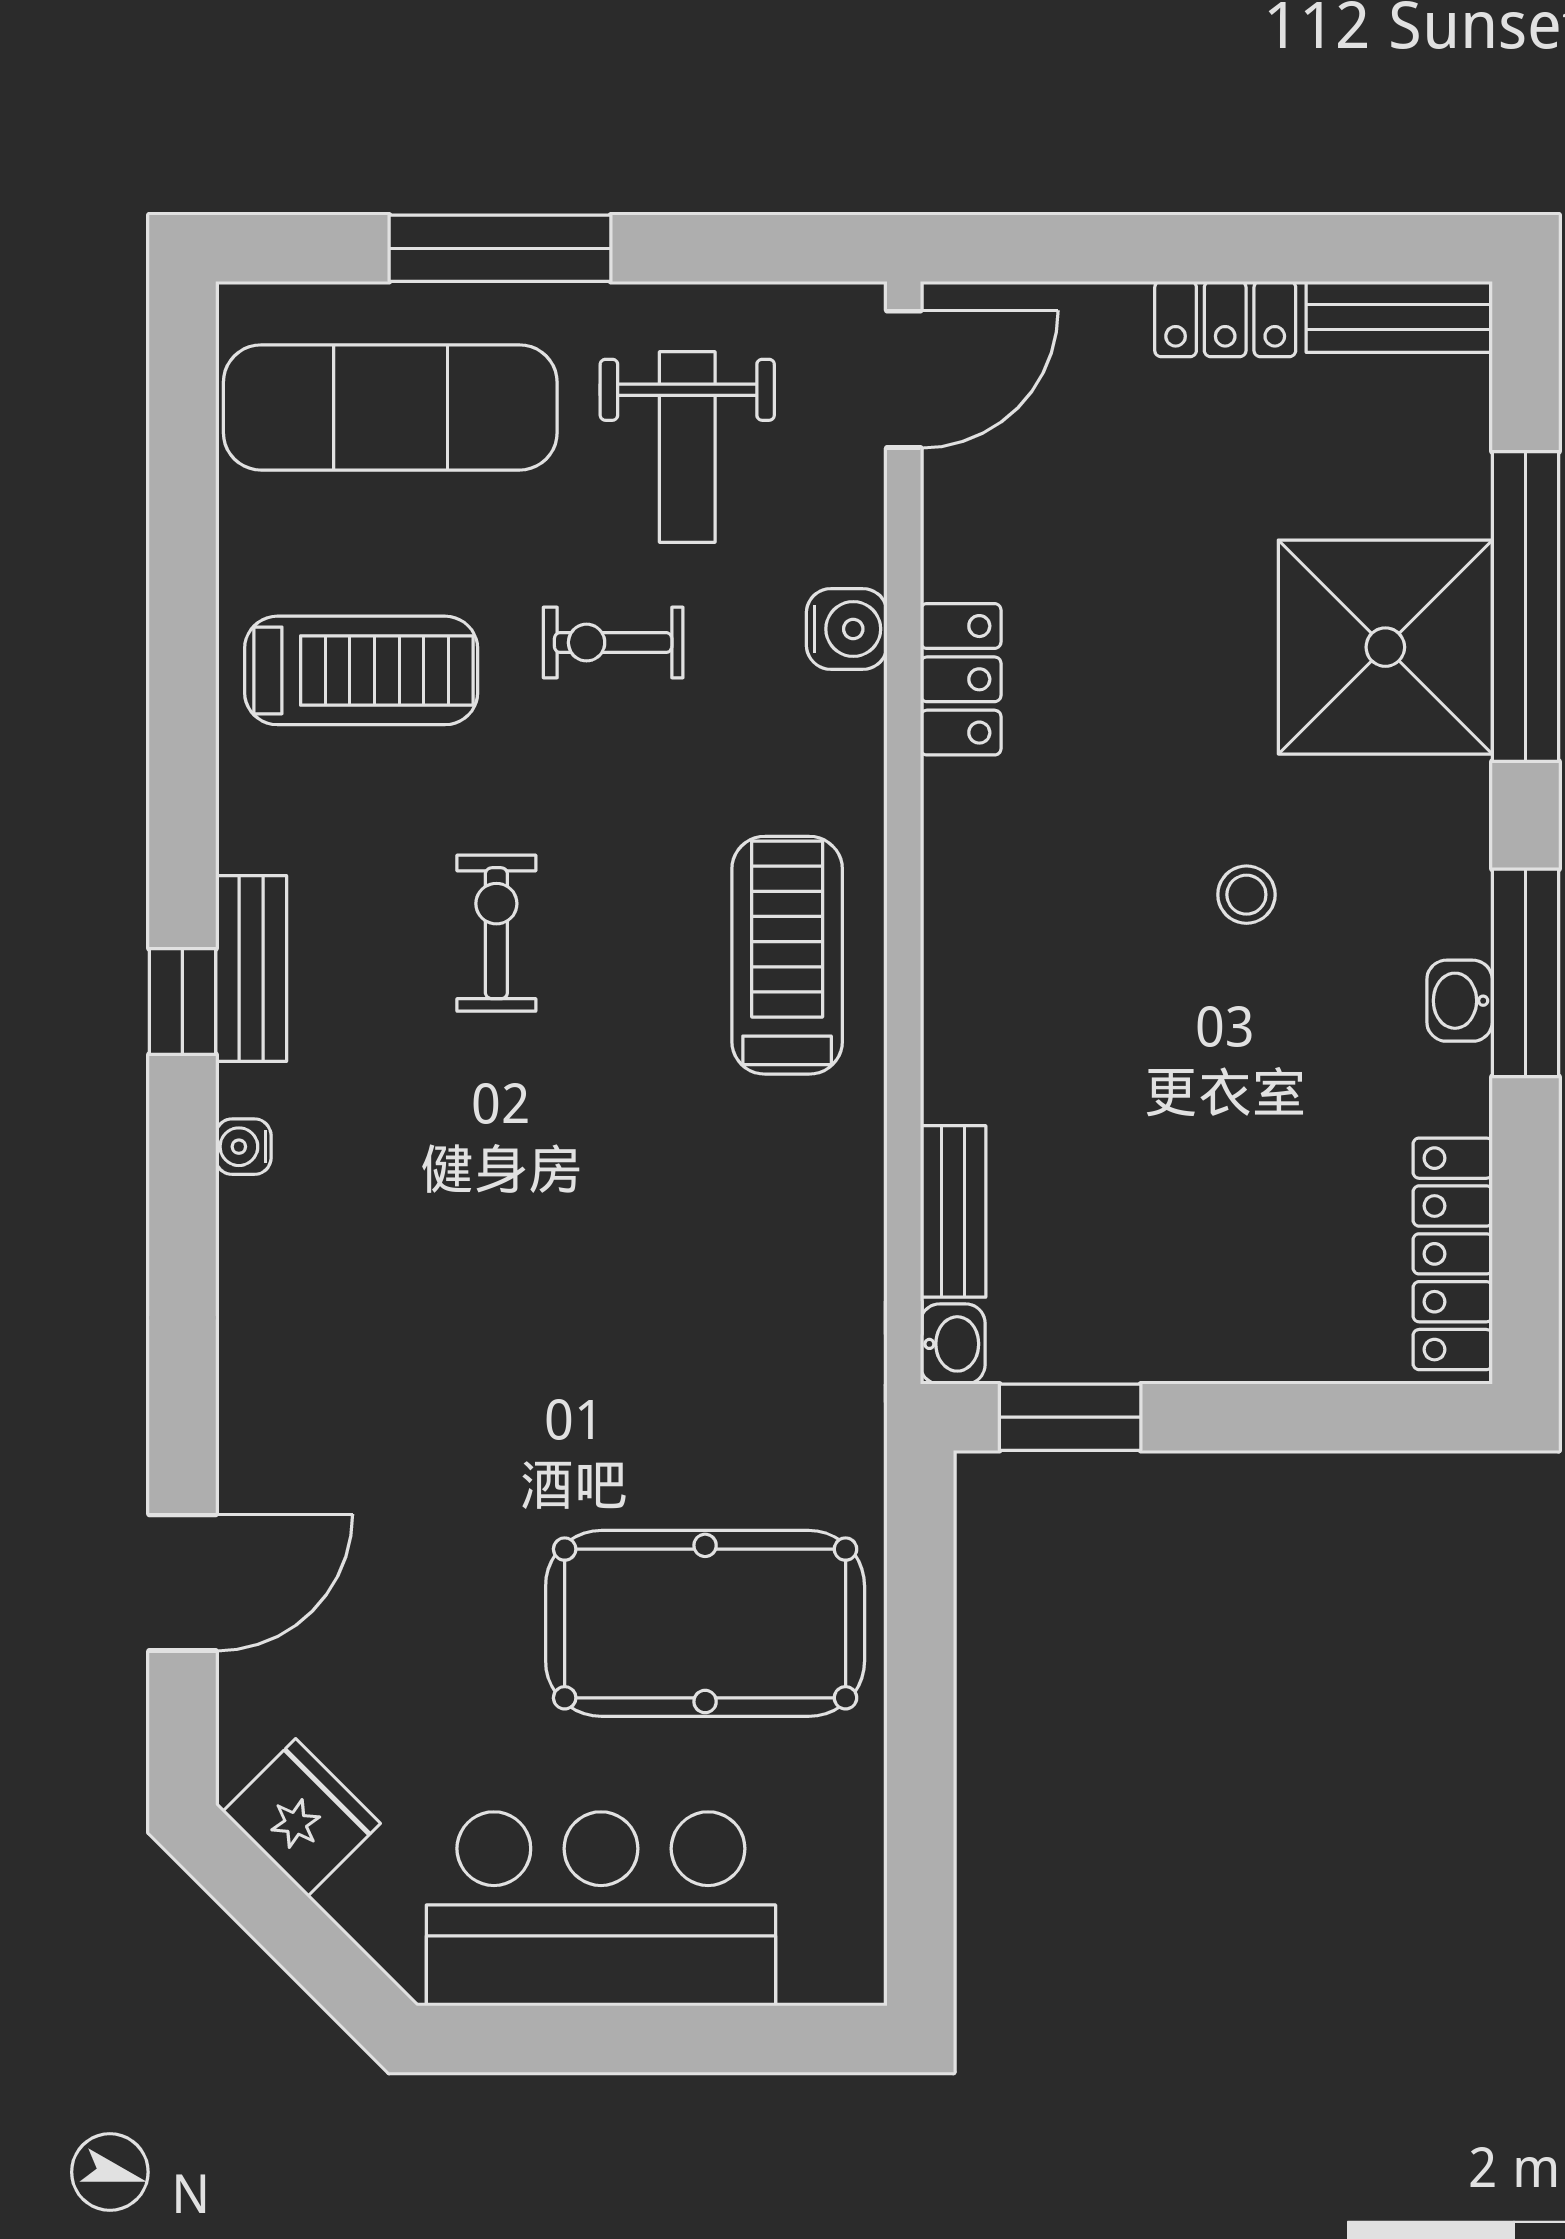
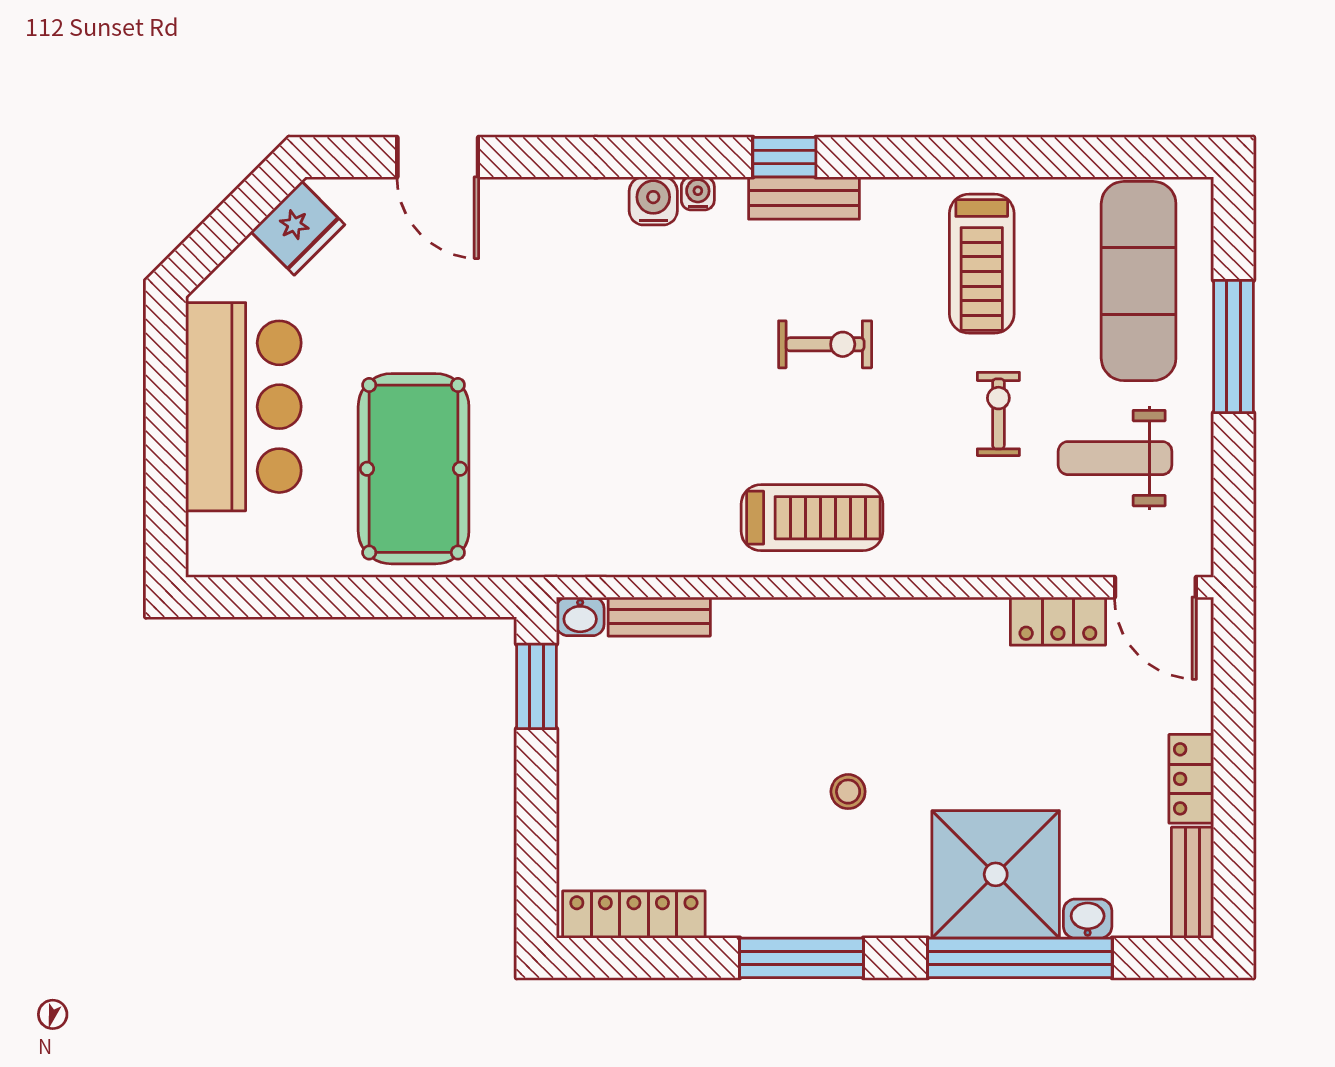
water cooler: (847, 629) -> (653, 201), moved, turned 180
locker: (961, 679) -> (1058, 621), moved
washbasin: (1460, 1001) -> (1088, 919), moved

